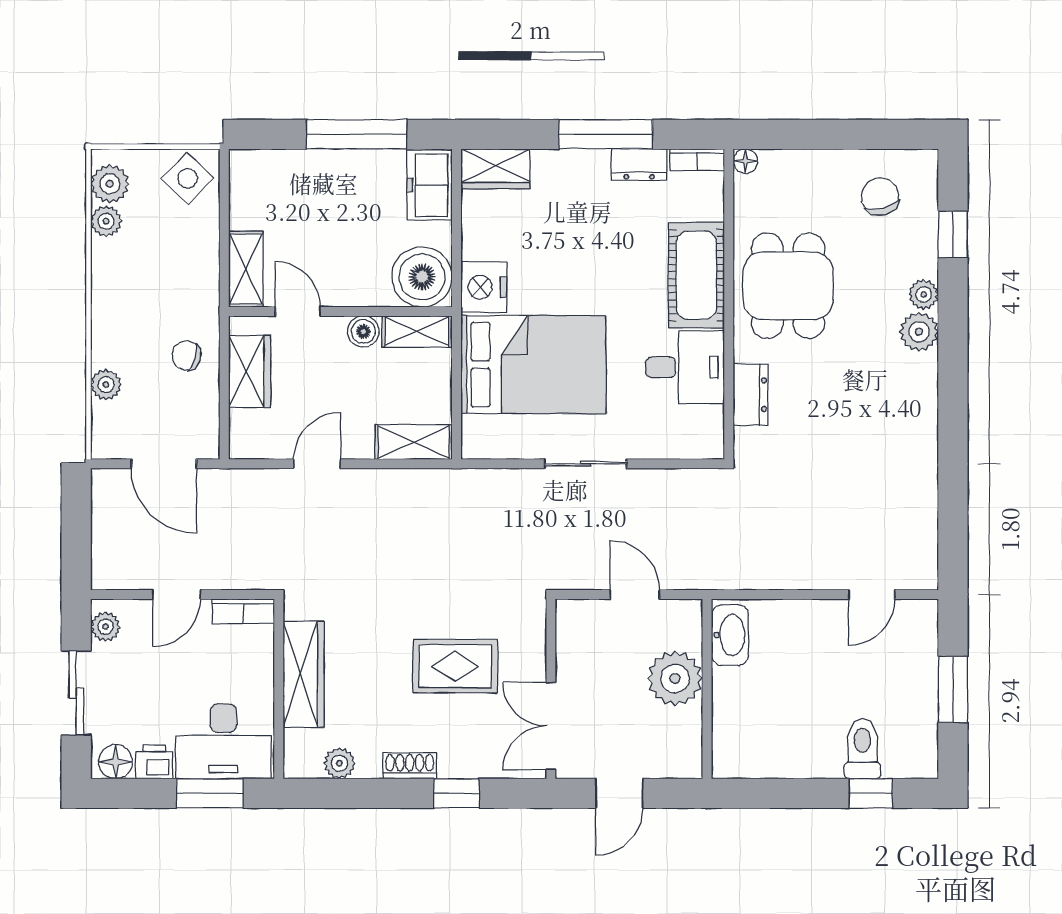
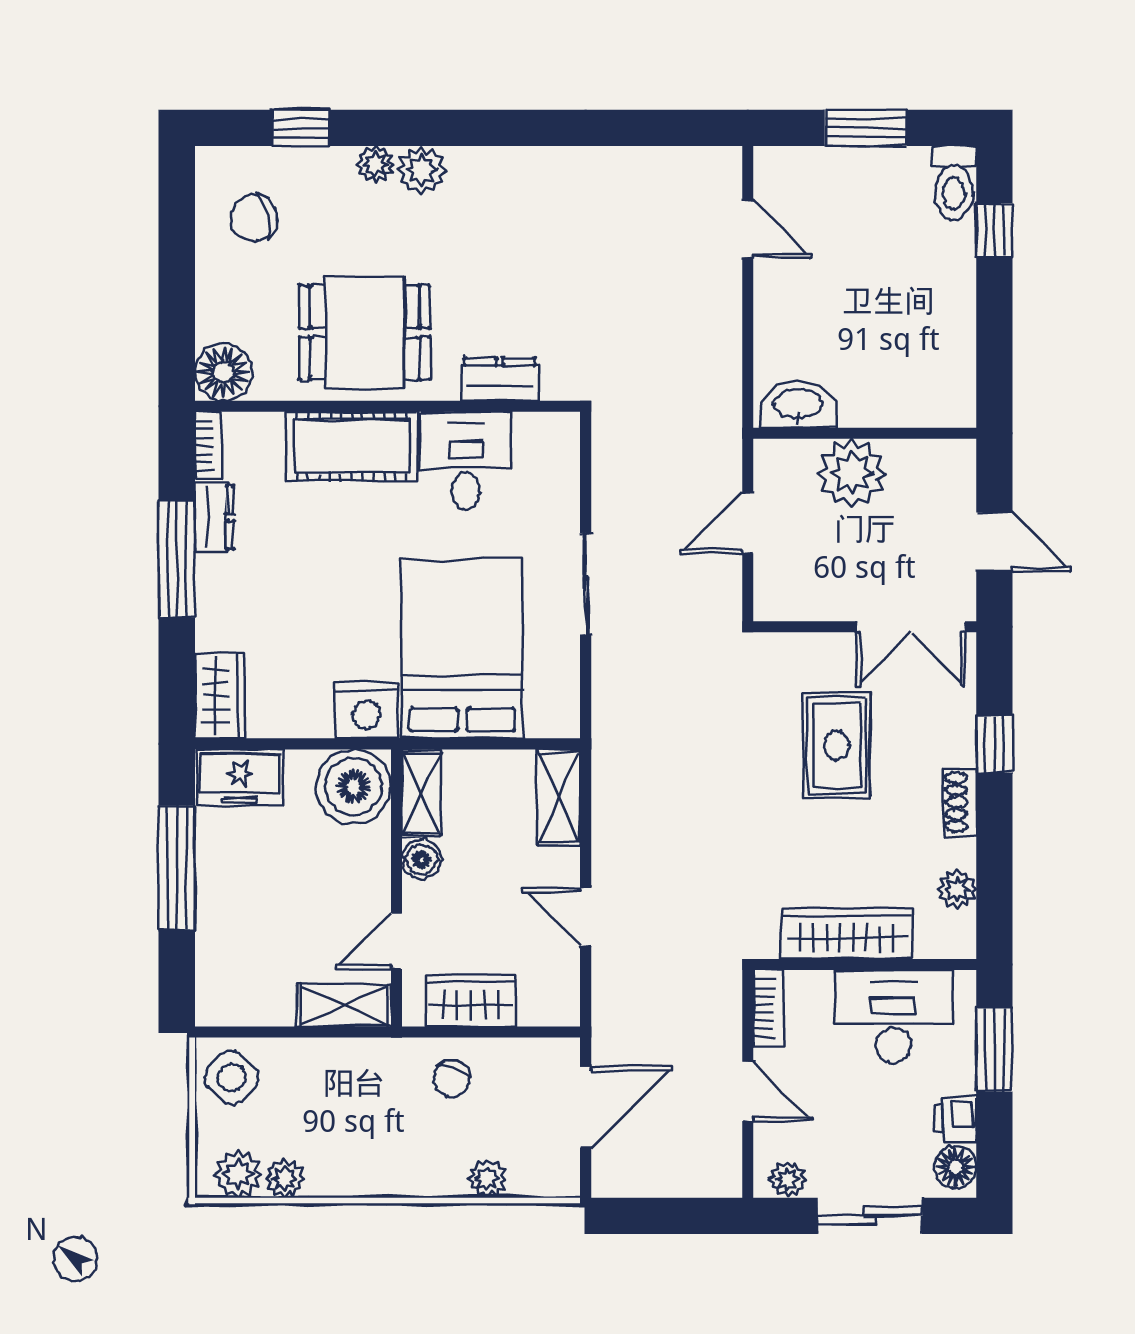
floor lamp: (745, 161) -> (223, 372), width x1.89, depth x1.89
desk: (223, 741) -> (893, 1016), moved, turned -90
toilet: (862, 749) -> (954, 183), moved, turned -90

